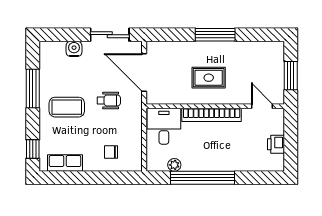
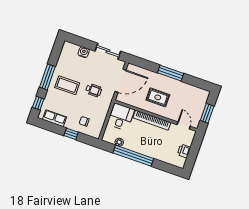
door: (144, 72) -> (120, 81), swing flipped
window: (33, 88) -> (47, 77), moved
window: (98, 178) -> (71, 134), added

